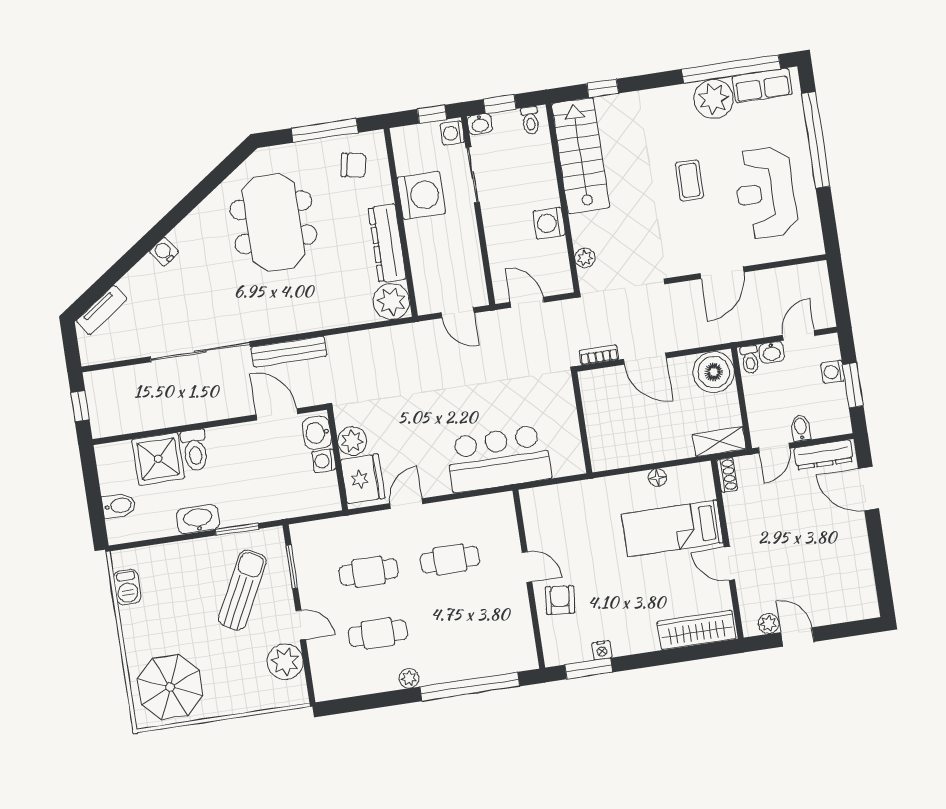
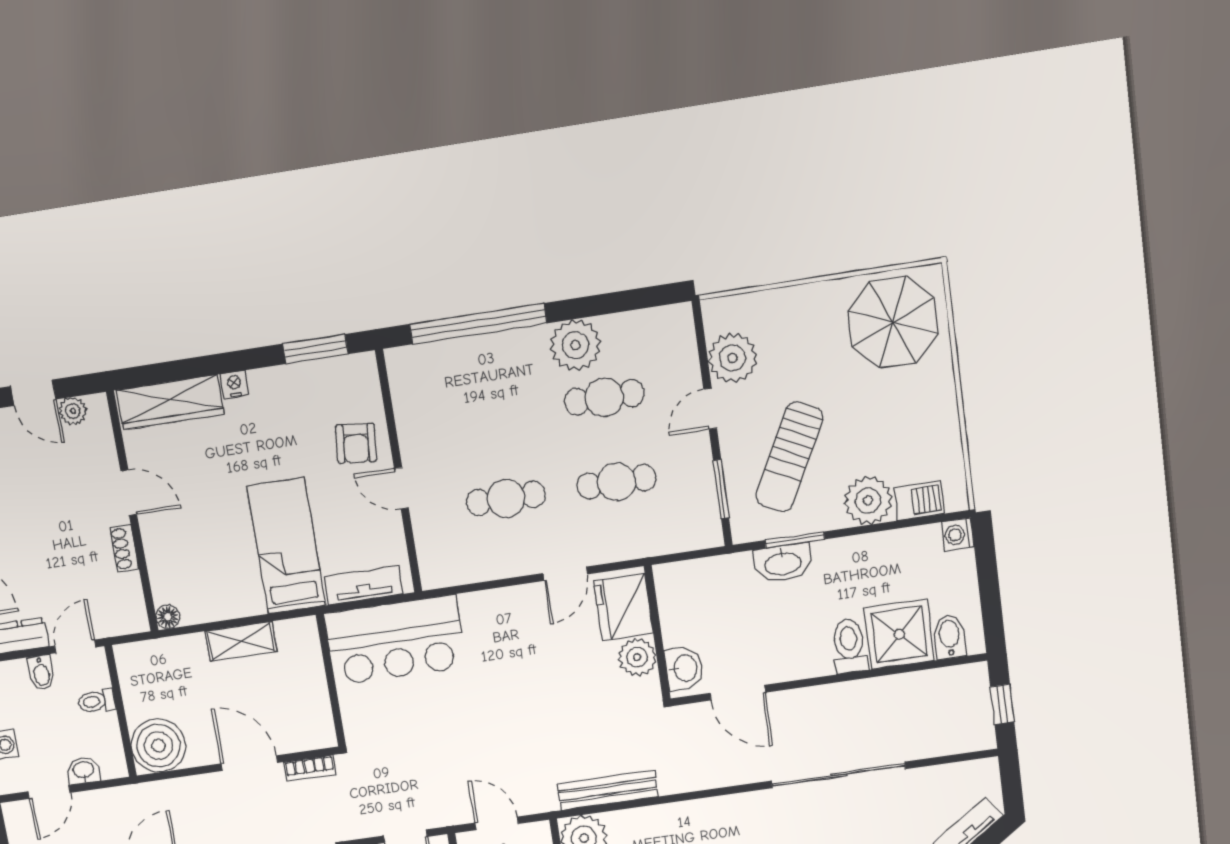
bench: (289, 352) -> (608, 790), moved
toilet: (750, 360) -> (97, 701), moved, turned -90
shelving: (719, 442) -> (241, 641), moved
bar counter: (499, 459) -> (395, 640), moved
washing machine: (324, 461) -> (958, 534), moved, turned 180
shoe rack: (727, 475) -> (124, 548), moved
floor lamp: (657, 478) -> (168, 617), moved
tv unit: (556, 495) -> (363, 585), added
bidet: (119, 506) -> (950, 637), moved, turned 90
washbasin: (198, 519) -> (783, 563), moved
bed: (672, 528) -> (286, 546), moved, turned -90
plant: (184, 558) -> (868, 501), added
barbecue: (127, 587) -> (919, 501), moved, turned 90
door: (301, 625) -> (710, 409), hinge flipped
nightstand: (602, 650) -> (234, 384), moved
plant: (409, 678) -> (575, 345), width x1.88, depth x1.88

